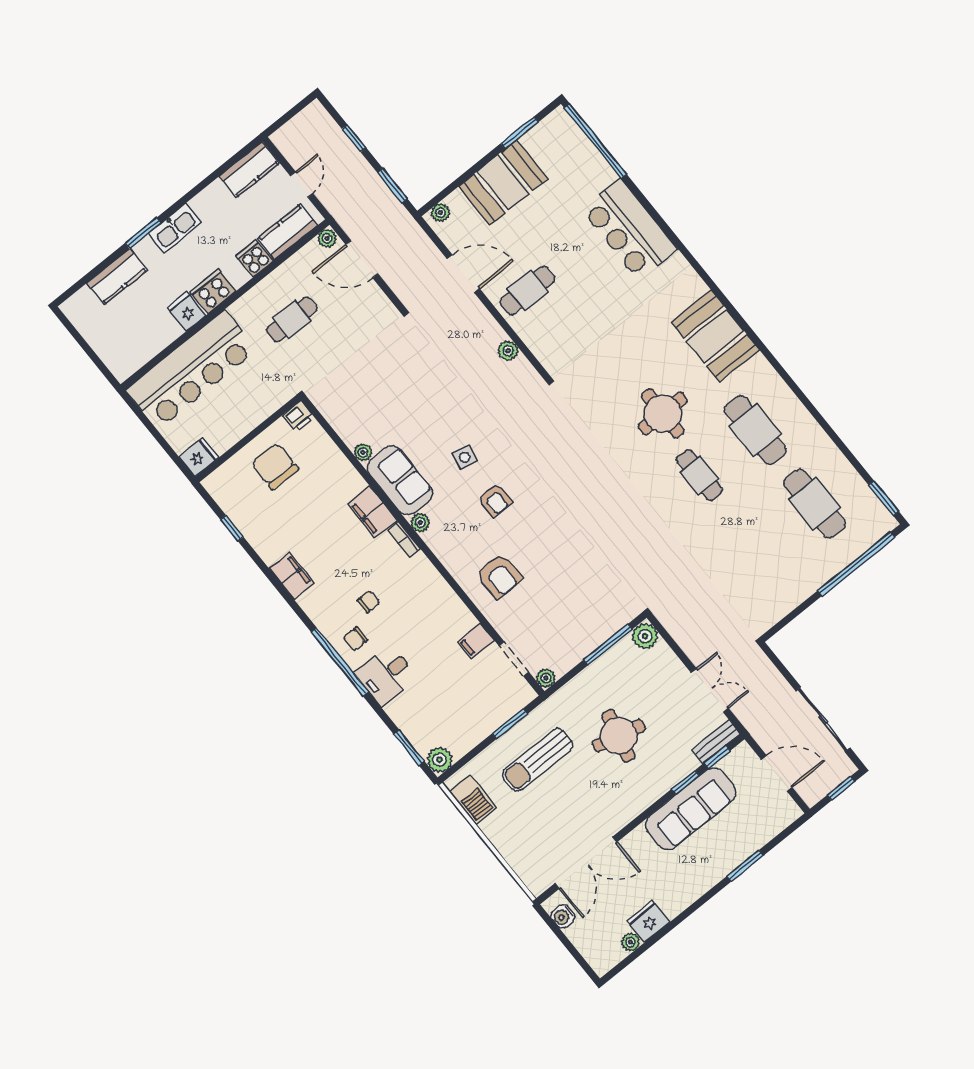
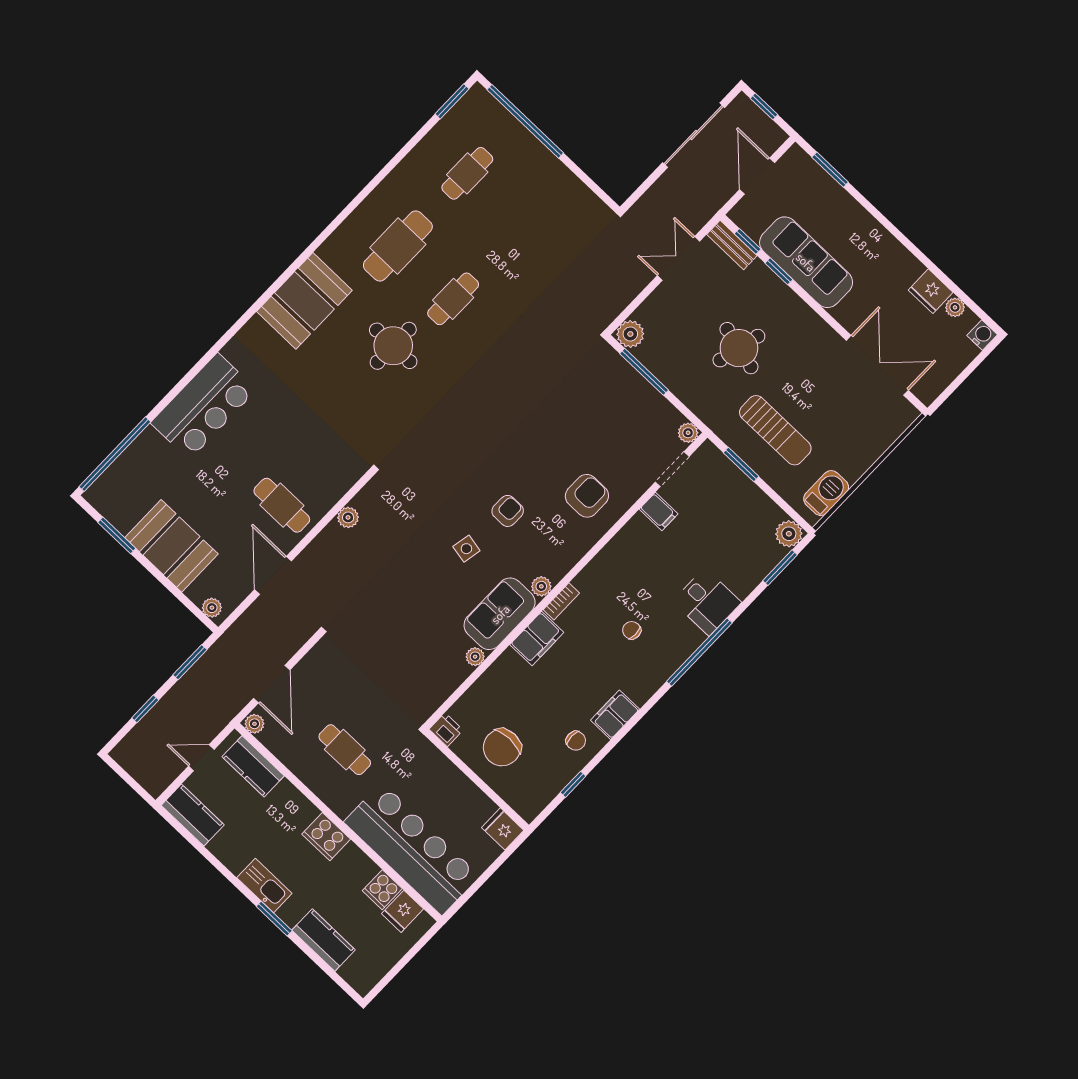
cooker: (255, 259) -> (382, 890), moved
fridge: (187, 311) -> (402, 911), moved
cafe table: (815, 504) -> (467, 173), width x0.73, depth x0.74
chair: (355, 639) -> (576, 741), moved
window: (745, 866) -> (830, 170), moved
water cooler: (563, 916) -> (982, 335), moved, turned -90

